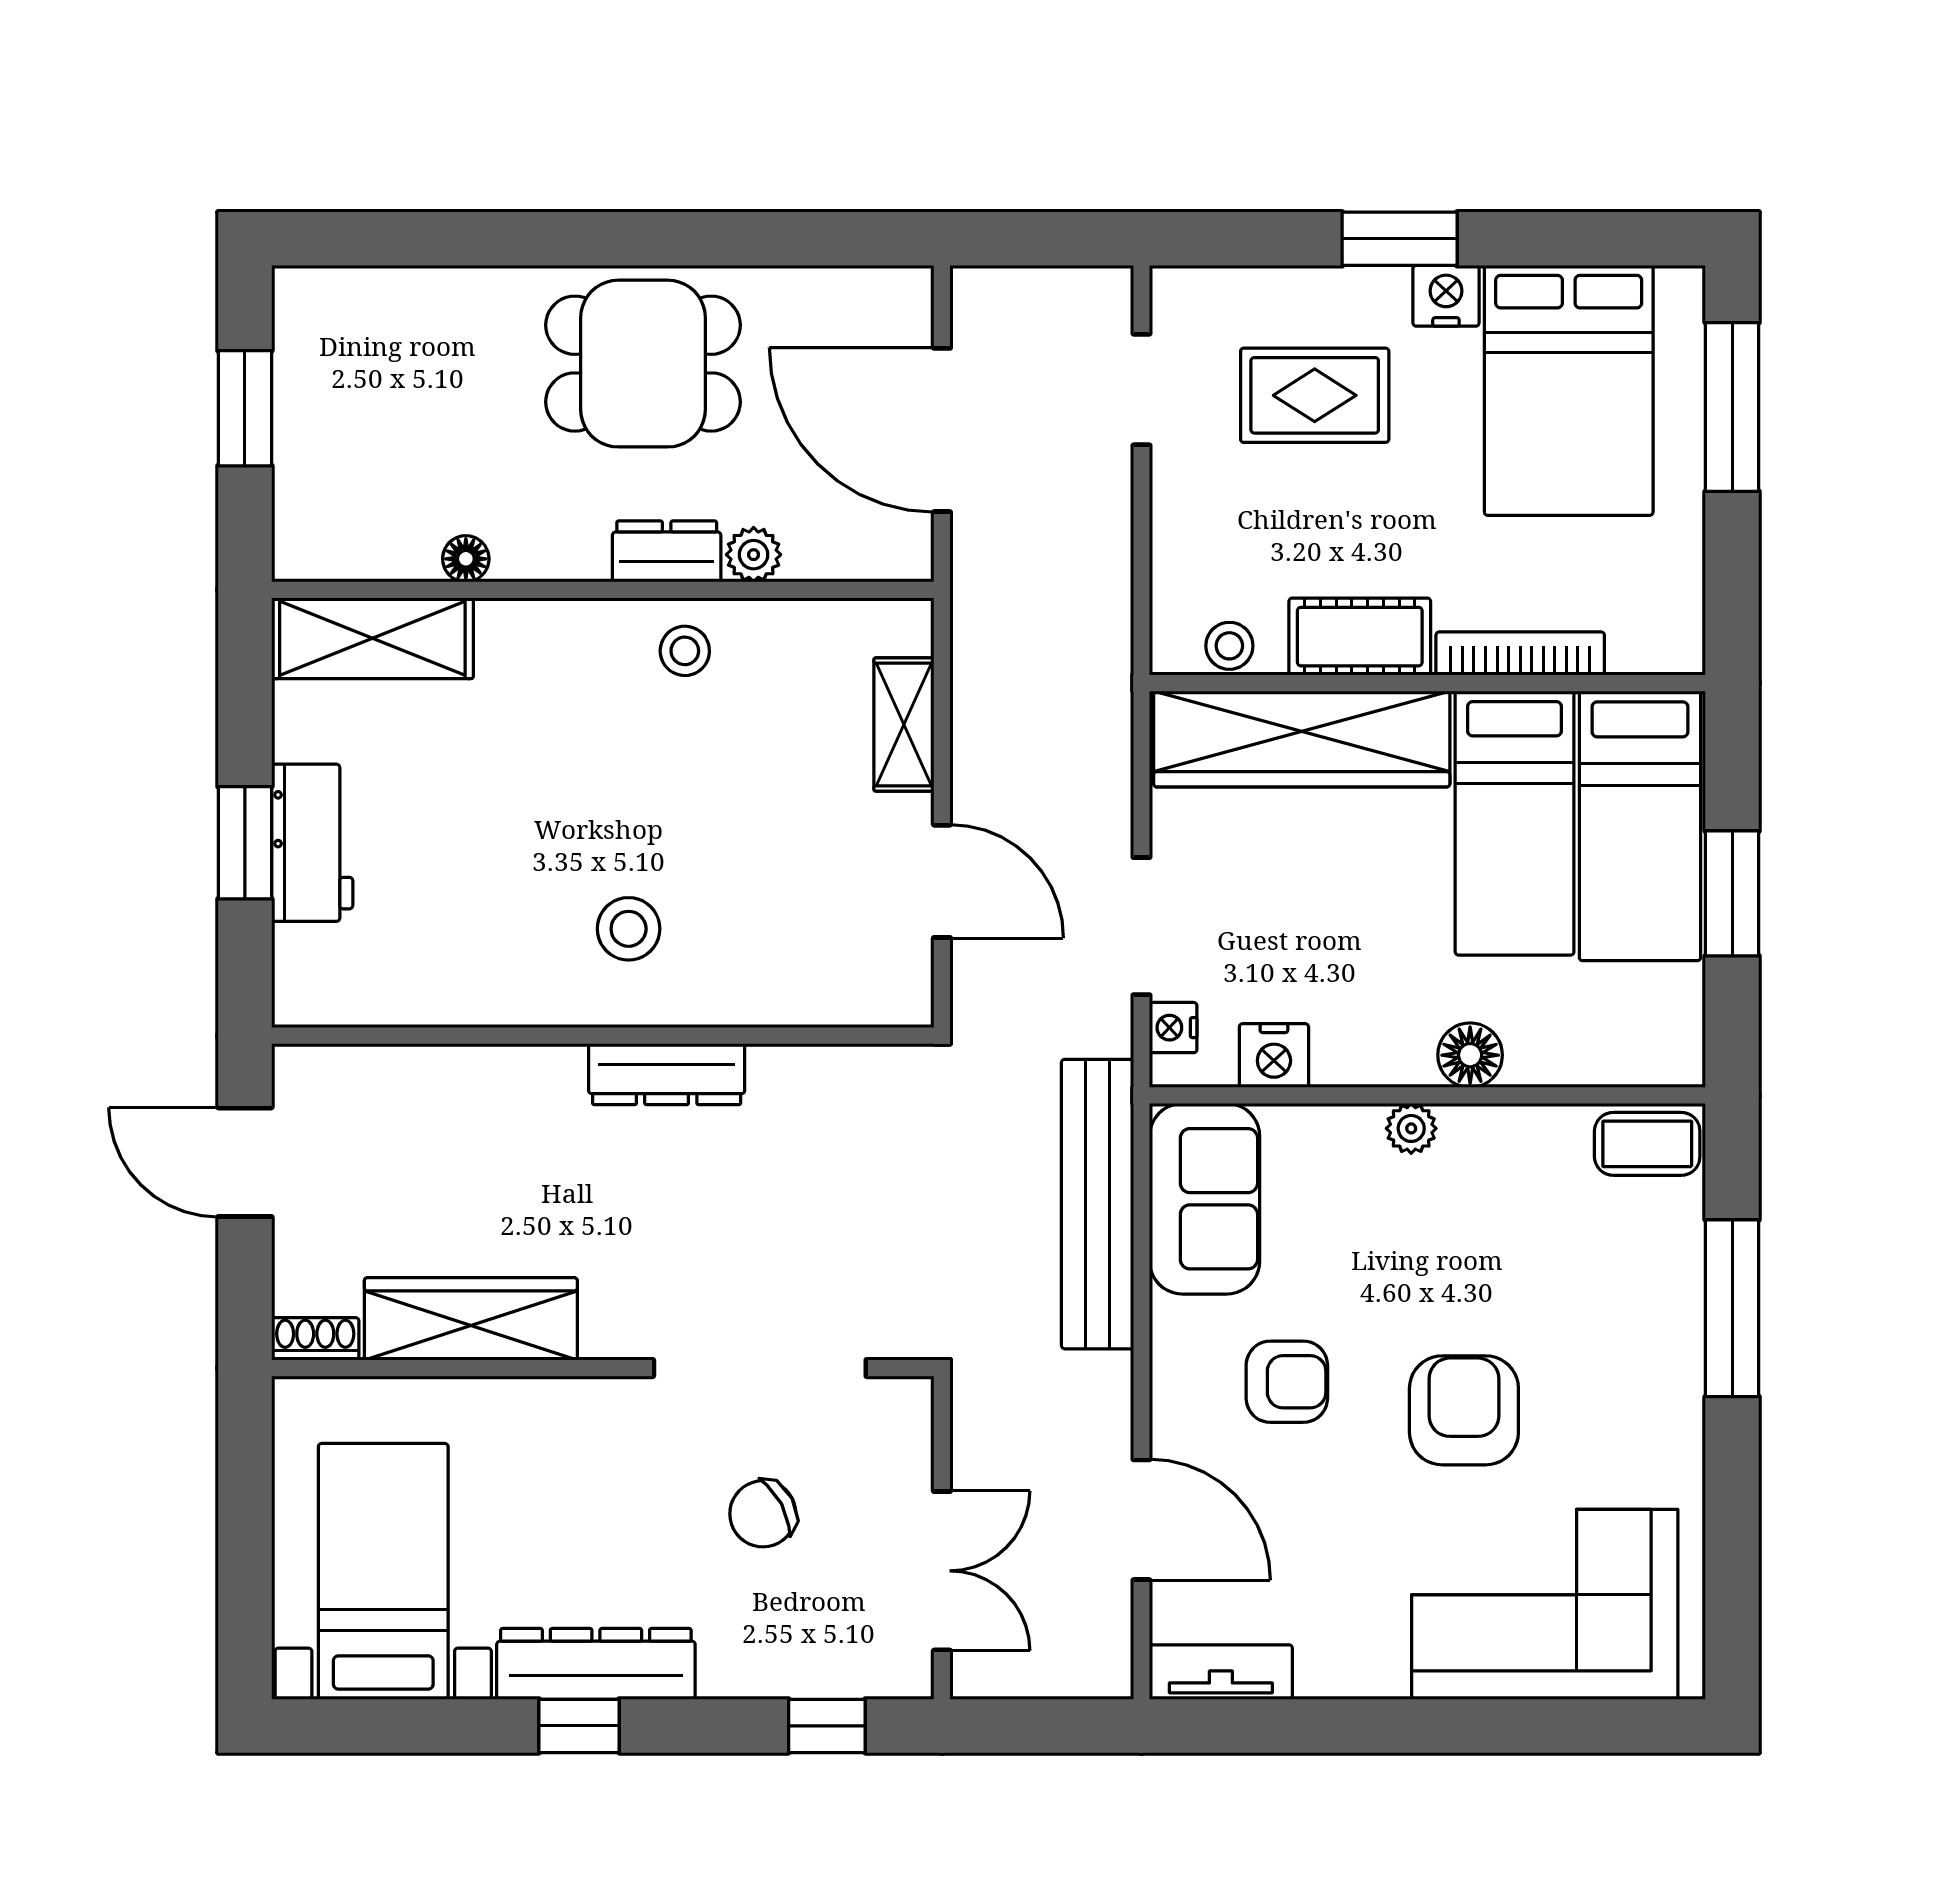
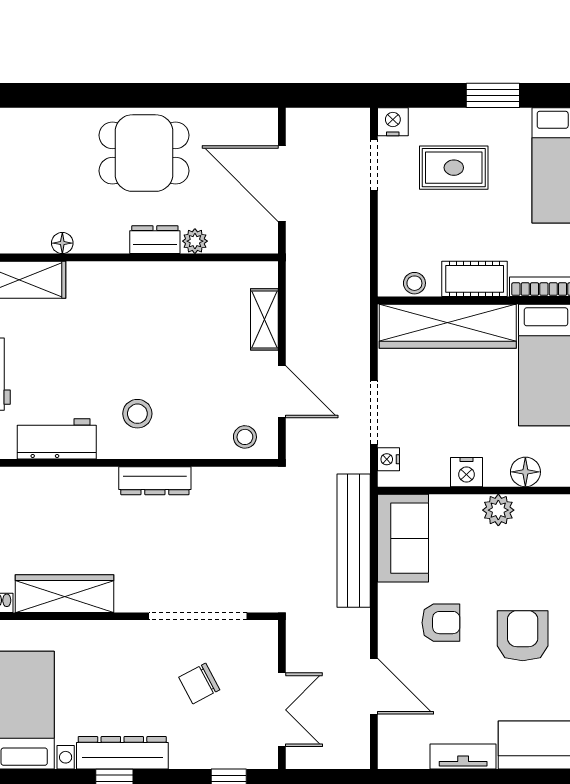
nightstand: (1446, 296) -> (393, 122), moved
stool: (685, 651) -> (245, 437), moved
workbench: (454, 983) -> (57, 439), added
nightstand: (1274, 1056) -> (466, 472), moved
plant: (1411, 1128) -> (498, 510), width x1.38, depth x1.38
tv unit: (1221, 1672) -> (463, 756), moved

